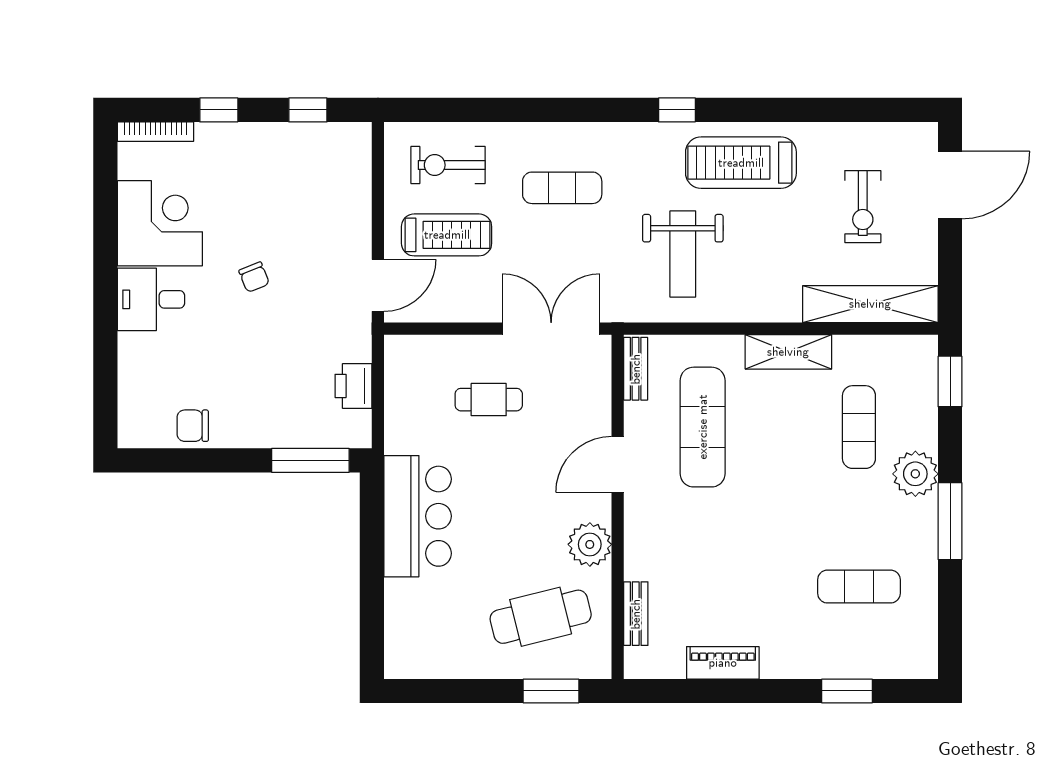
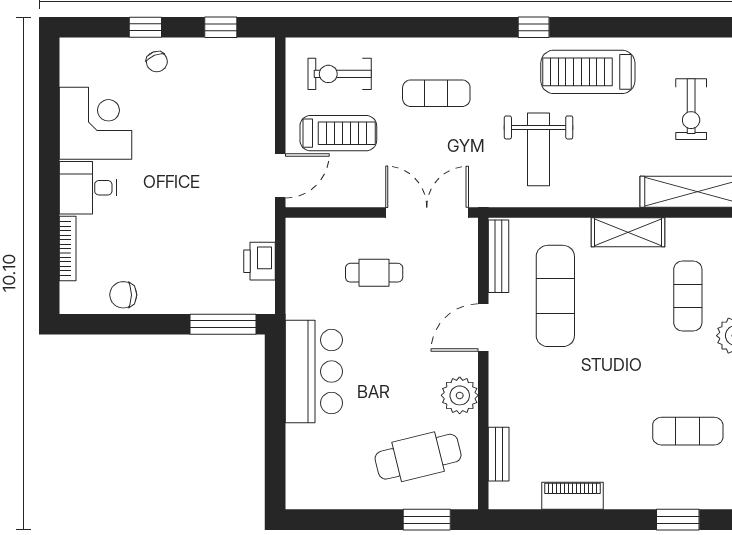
bookcase: (156, 132) -> (68, 249), moved, turned -90
chair: (254, 277) -> (157, 62), moved
bench: (636, 369) -> (499, 256), width x1.36

